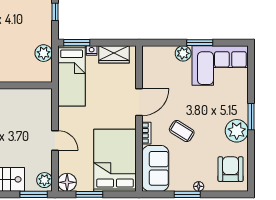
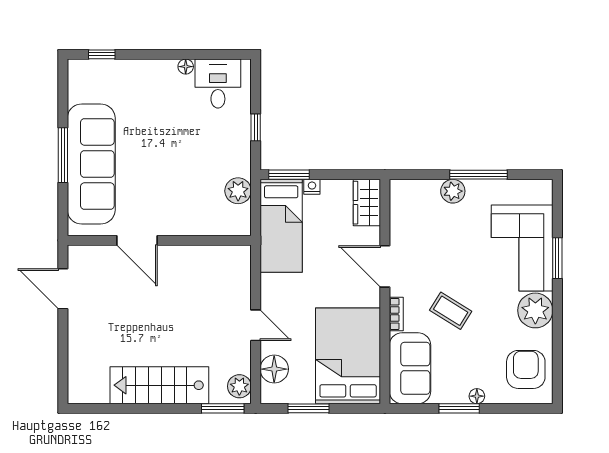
window: (200, 43) -> (478, 175), width x1.44
wardrobe: (114, 54) -> (367, 203), moved, turned 90
corner sofa: (220, 66) -> (522, 248), moved, turned 90
door: (139, 102) -> (385, 266), swing flipped
window: (251, 117) -> (557, 258), moved
floor lamp: (67, 182) -> (274, 369), moved

